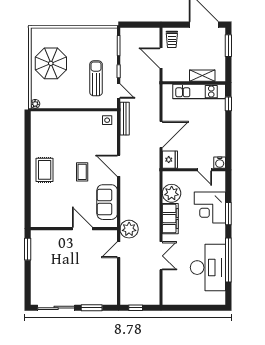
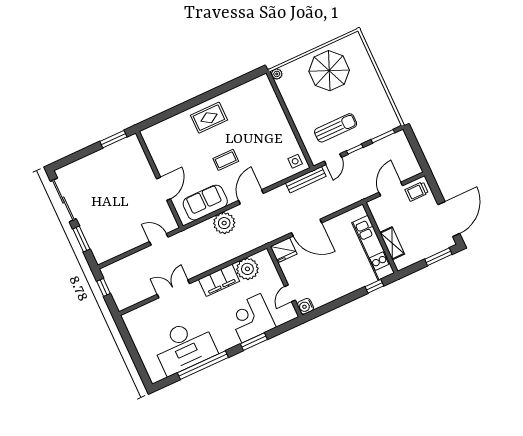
plant: (129, 229) -> (224, 223), moved
double door: (161, 256) -> (173, 289), swing flipped

